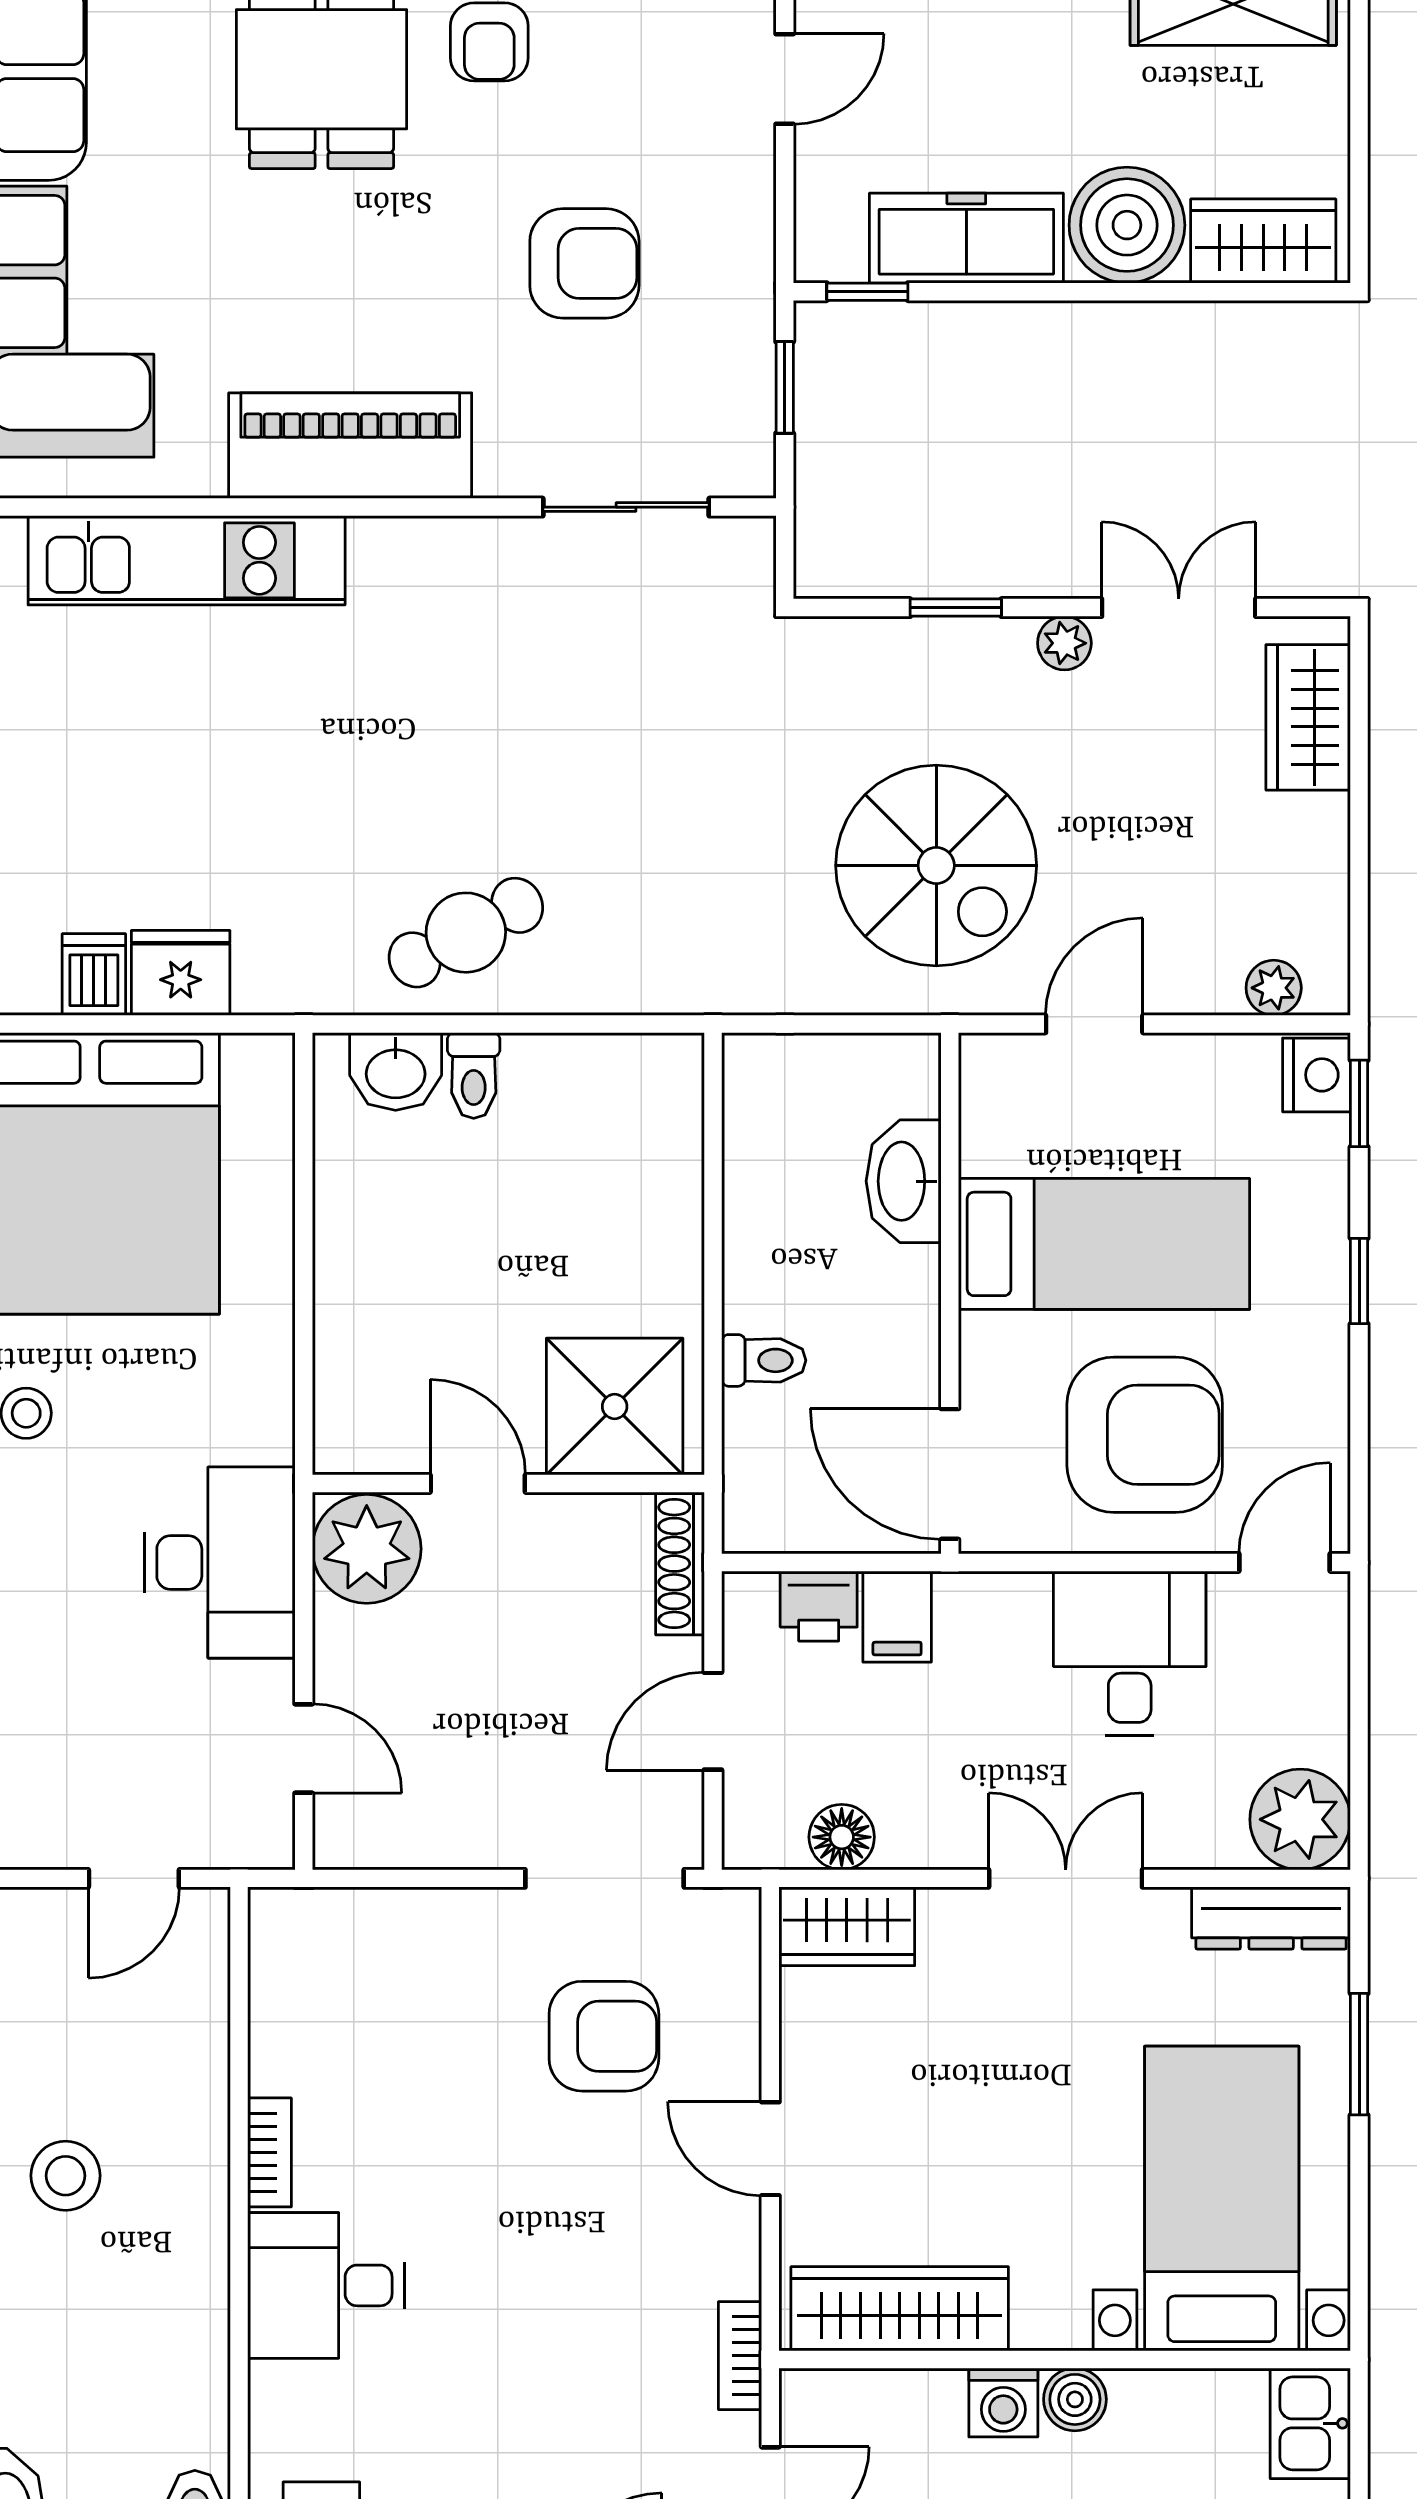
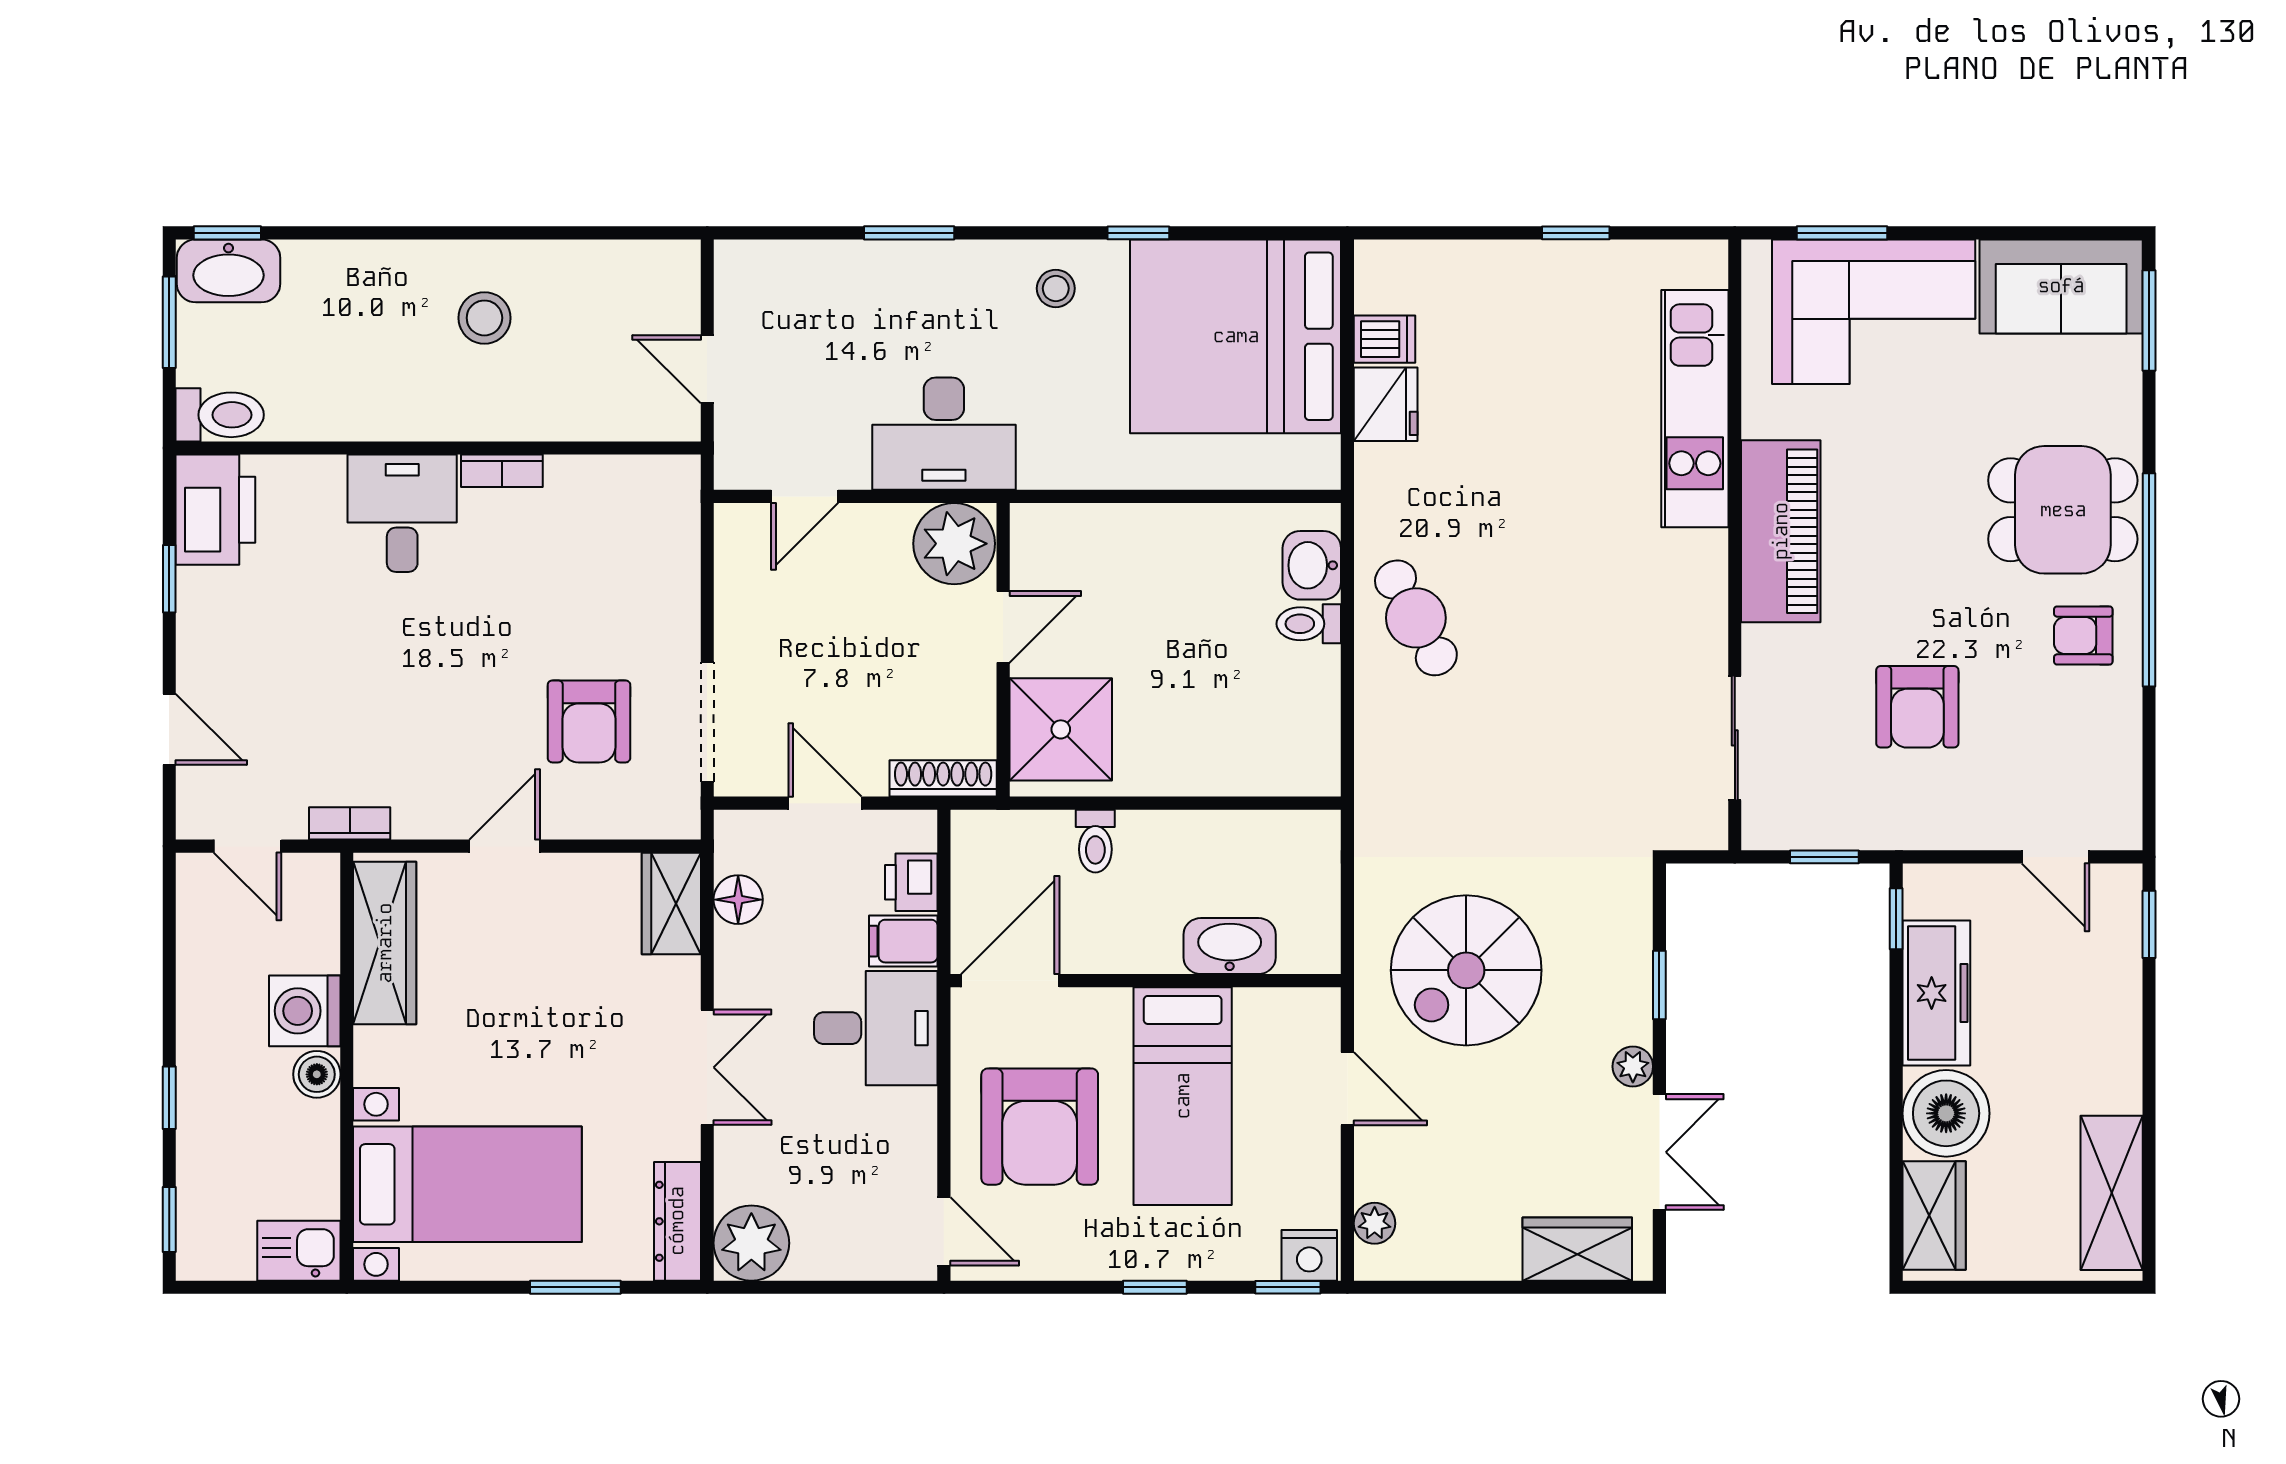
desk: (1130, 1653) -> (876, 1028), moved
washing machine: (1003, 2402) -> (305, 1011), width x1.38, depth x1.38

